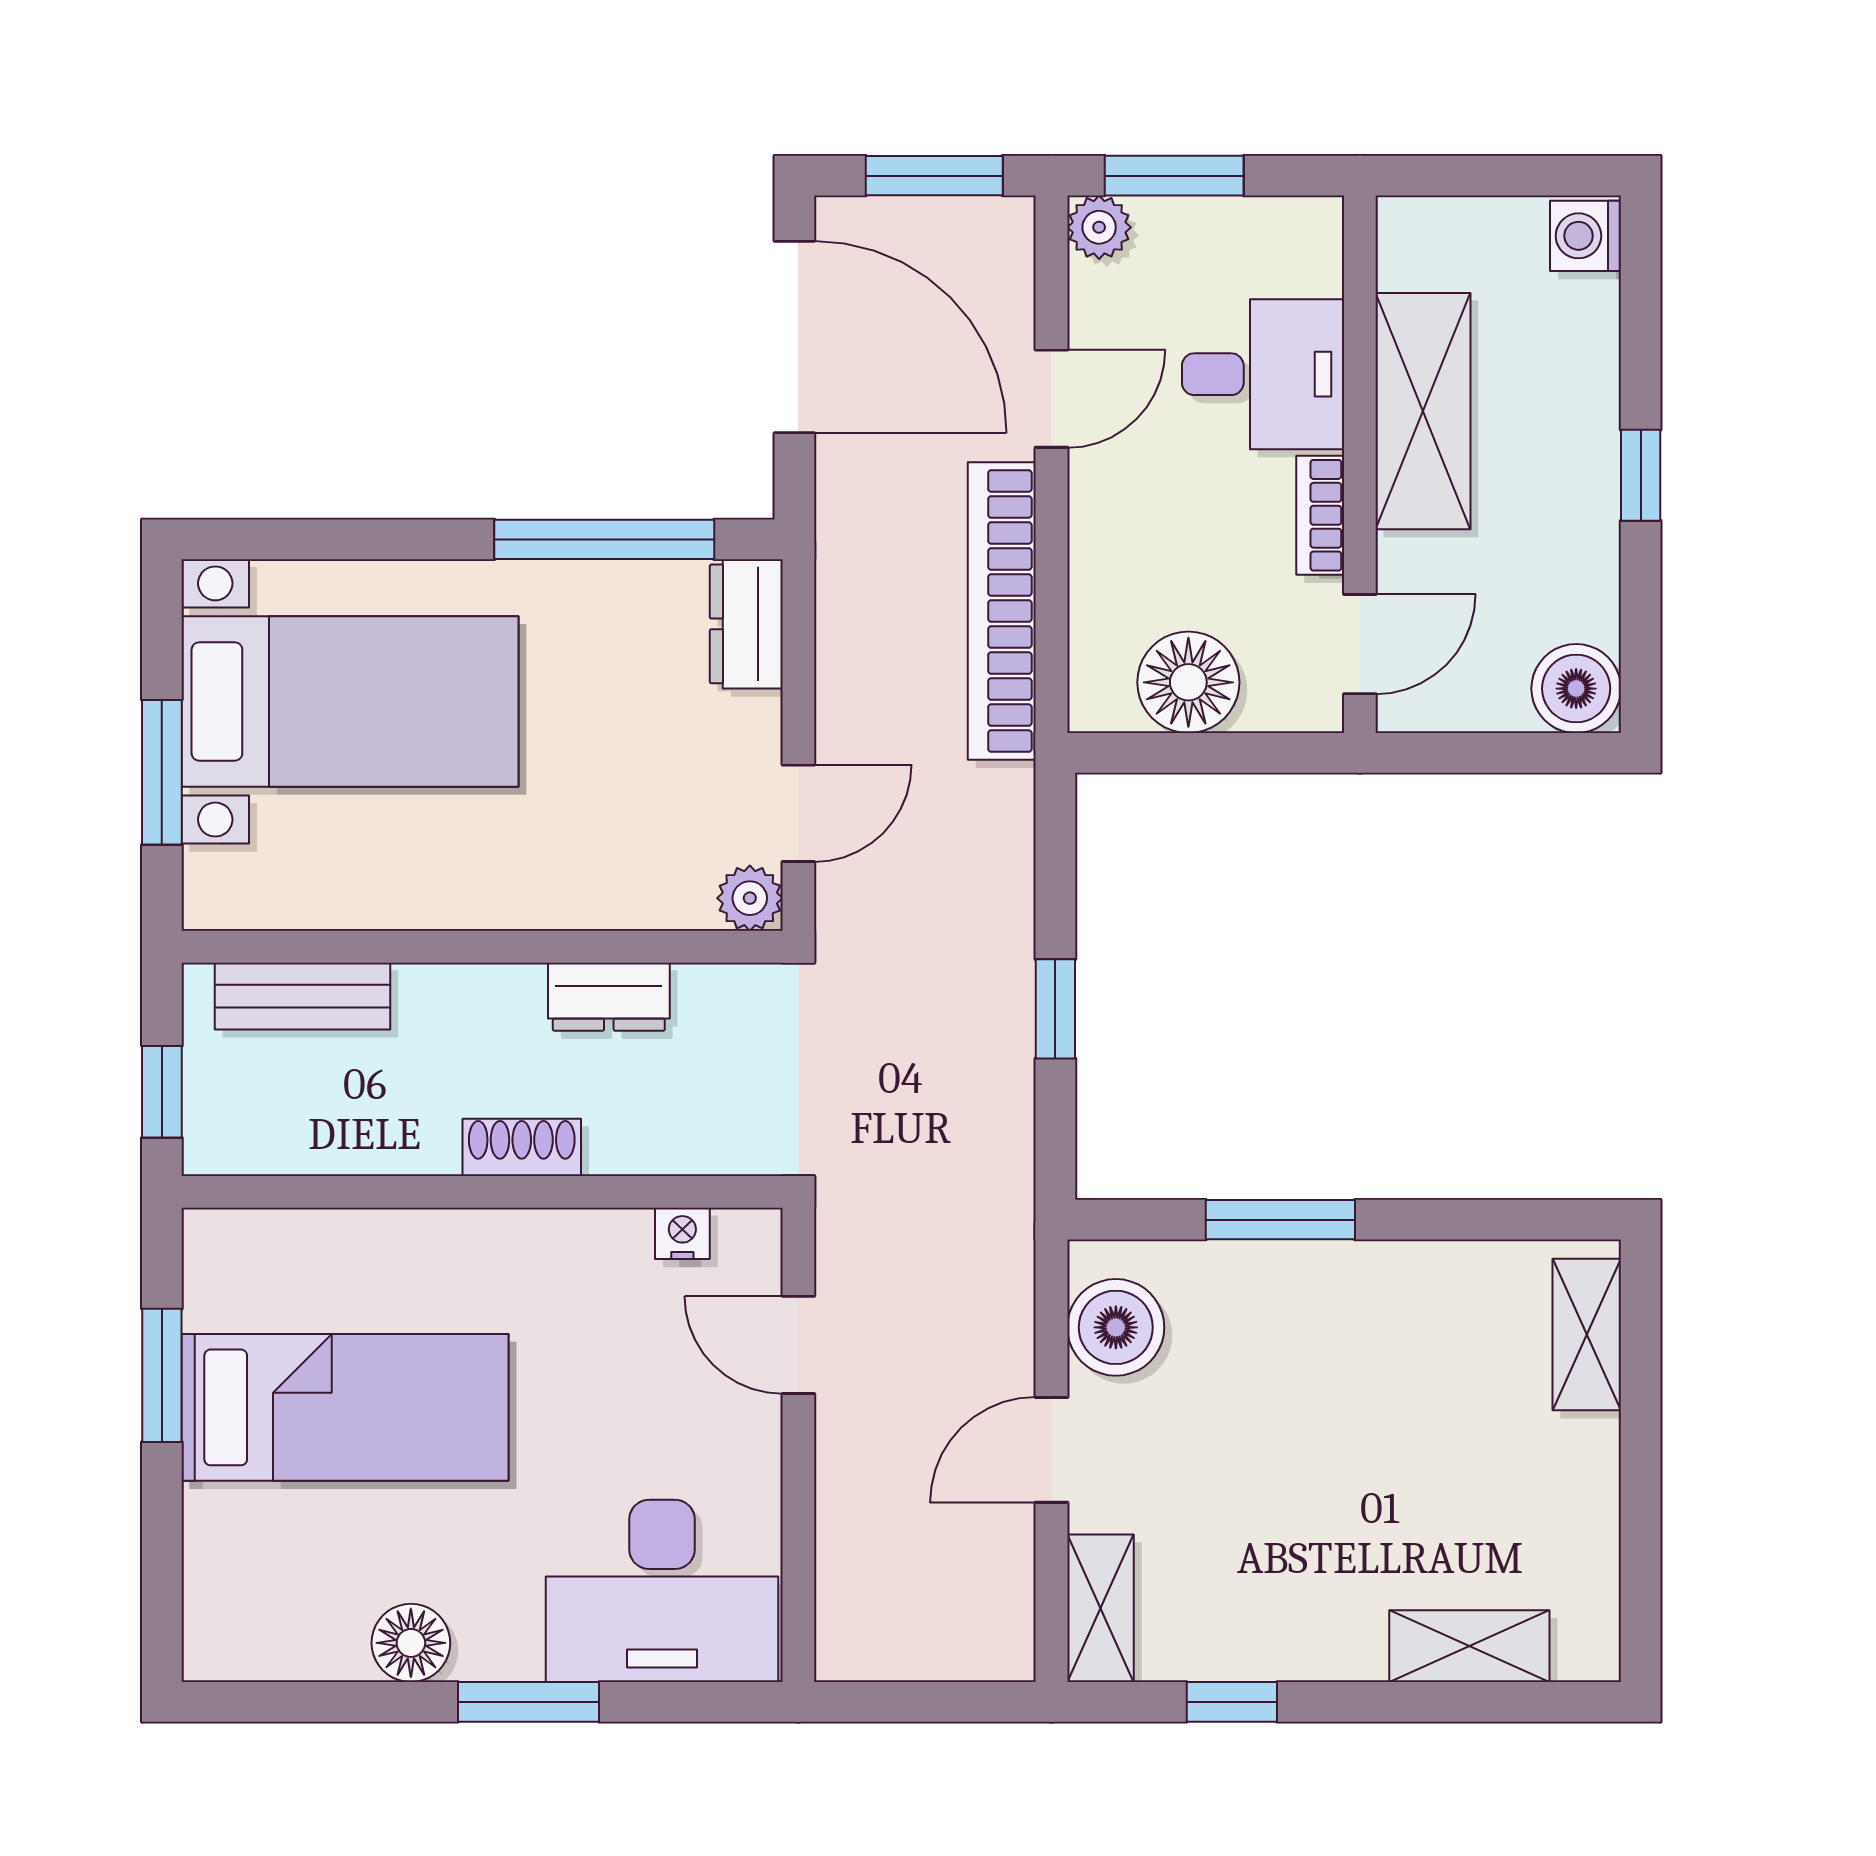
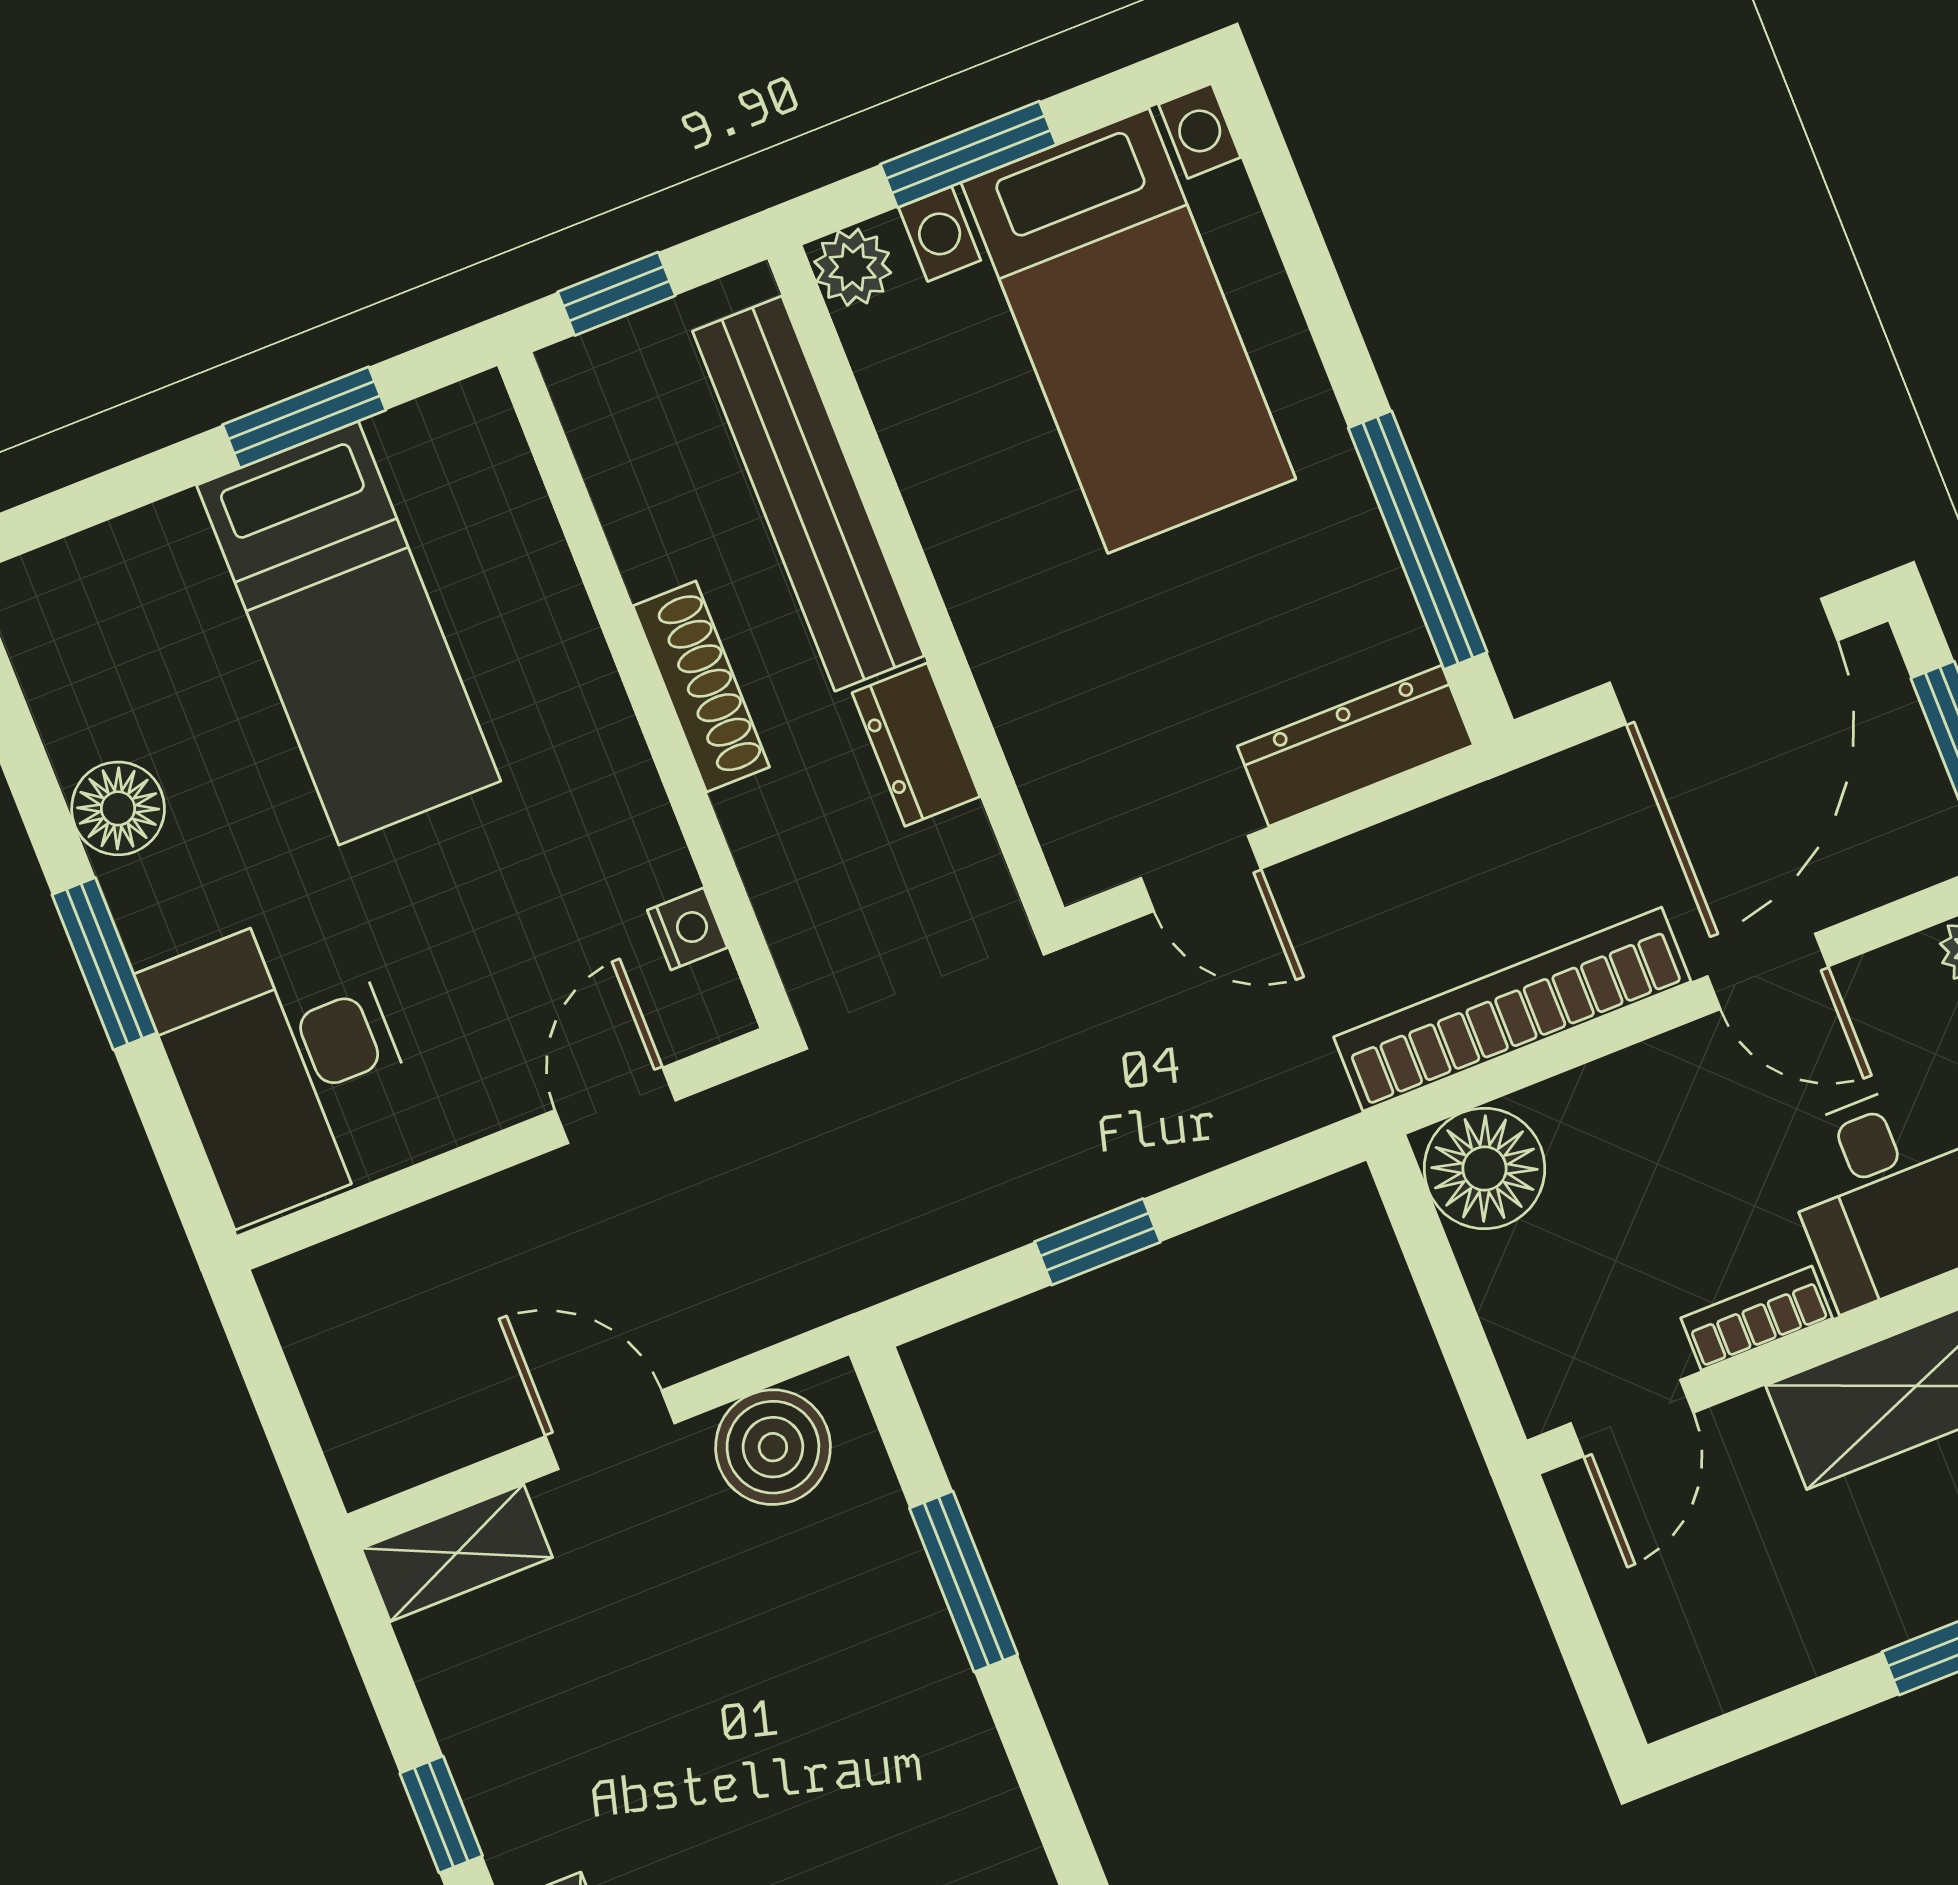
dresser: (746, 624) -> (1355, 746), width x1.44
door: (1360, 644) -> (1632, 1418), hinge flipped
floor lamp: (1188, 682) -> (1485, 1169), moved
boiler: (1576, 689) -> (1677, 1676), removed
plant: (750, 898) -> (853, 267), moved
bench: (303, 996) -> (808, 494), width x1.86, depth x1.21
shoe rack: (522, 1147) -> (701, 686), width x1.43
window: (1232, 1702) -> (441, 1814), moved

